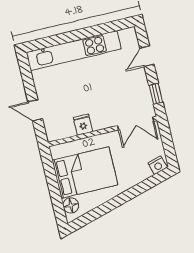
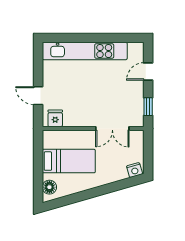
double door: (136, 123) -> (112, 129), moved
fridge: (83, 125) -> (55, 118), moved
bed: (85, 173) -> (69, 161), width x0.67

